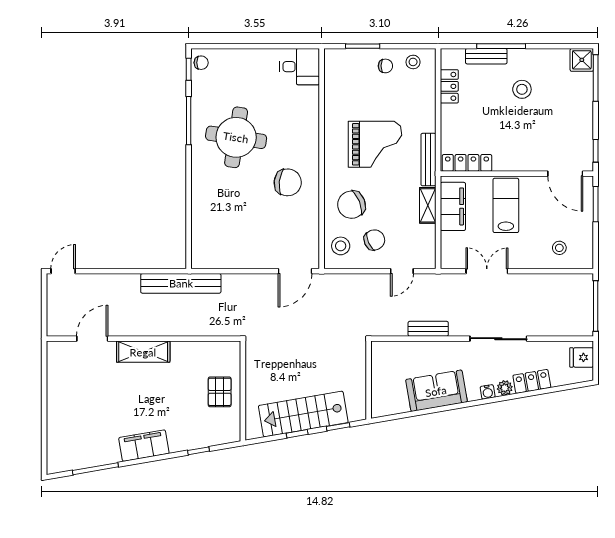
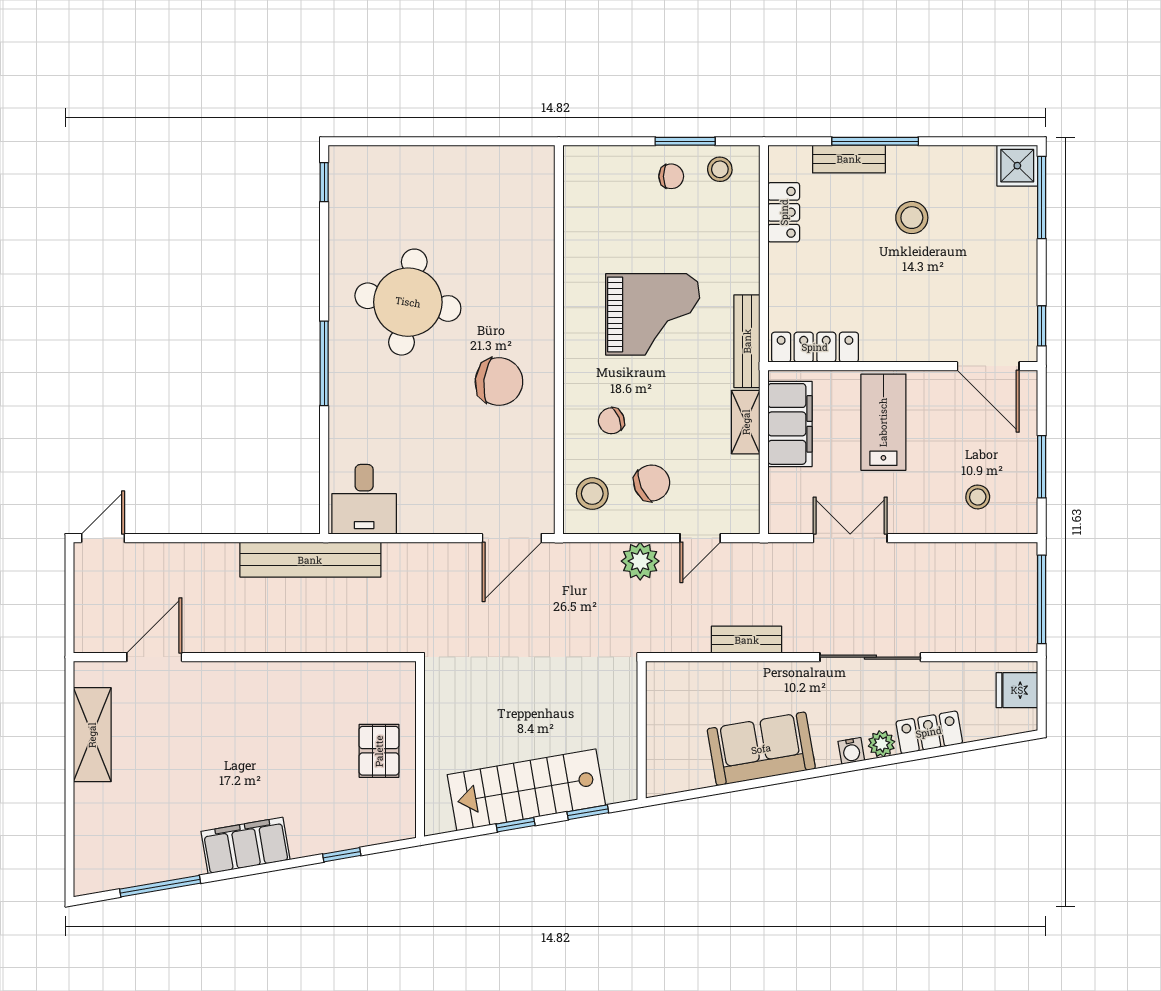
window: (363, 46) -> (685, 141), moved
chair: (201, 63) -> (346, 171), removed
desk: (300, 67) -> (364, 499), moved, turned 90
window: (189, 121) -> (324, 363), moved
window: (596, 204) -> (1042, 467), moved
chair: (351, 205) -> (611, 421), width x0.54, depth x0.54
plant: (368, 284) -> (640, 561), added
shelving: (143, 352) -> (92, 735), moved, turned 90

